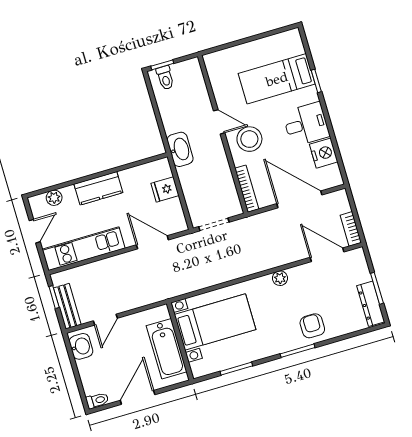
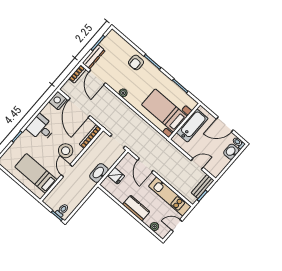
bed: (277, 79) -> (36, 173), moved, turned 180
washbasin: (180, 149) -> (99, 173), moved
nightstand: (324, 153) -> (58, 101), moved
dresser: (371, 304) -> (94, 57), moved
washbasin: (81, 346) -> (231, 152), moved

